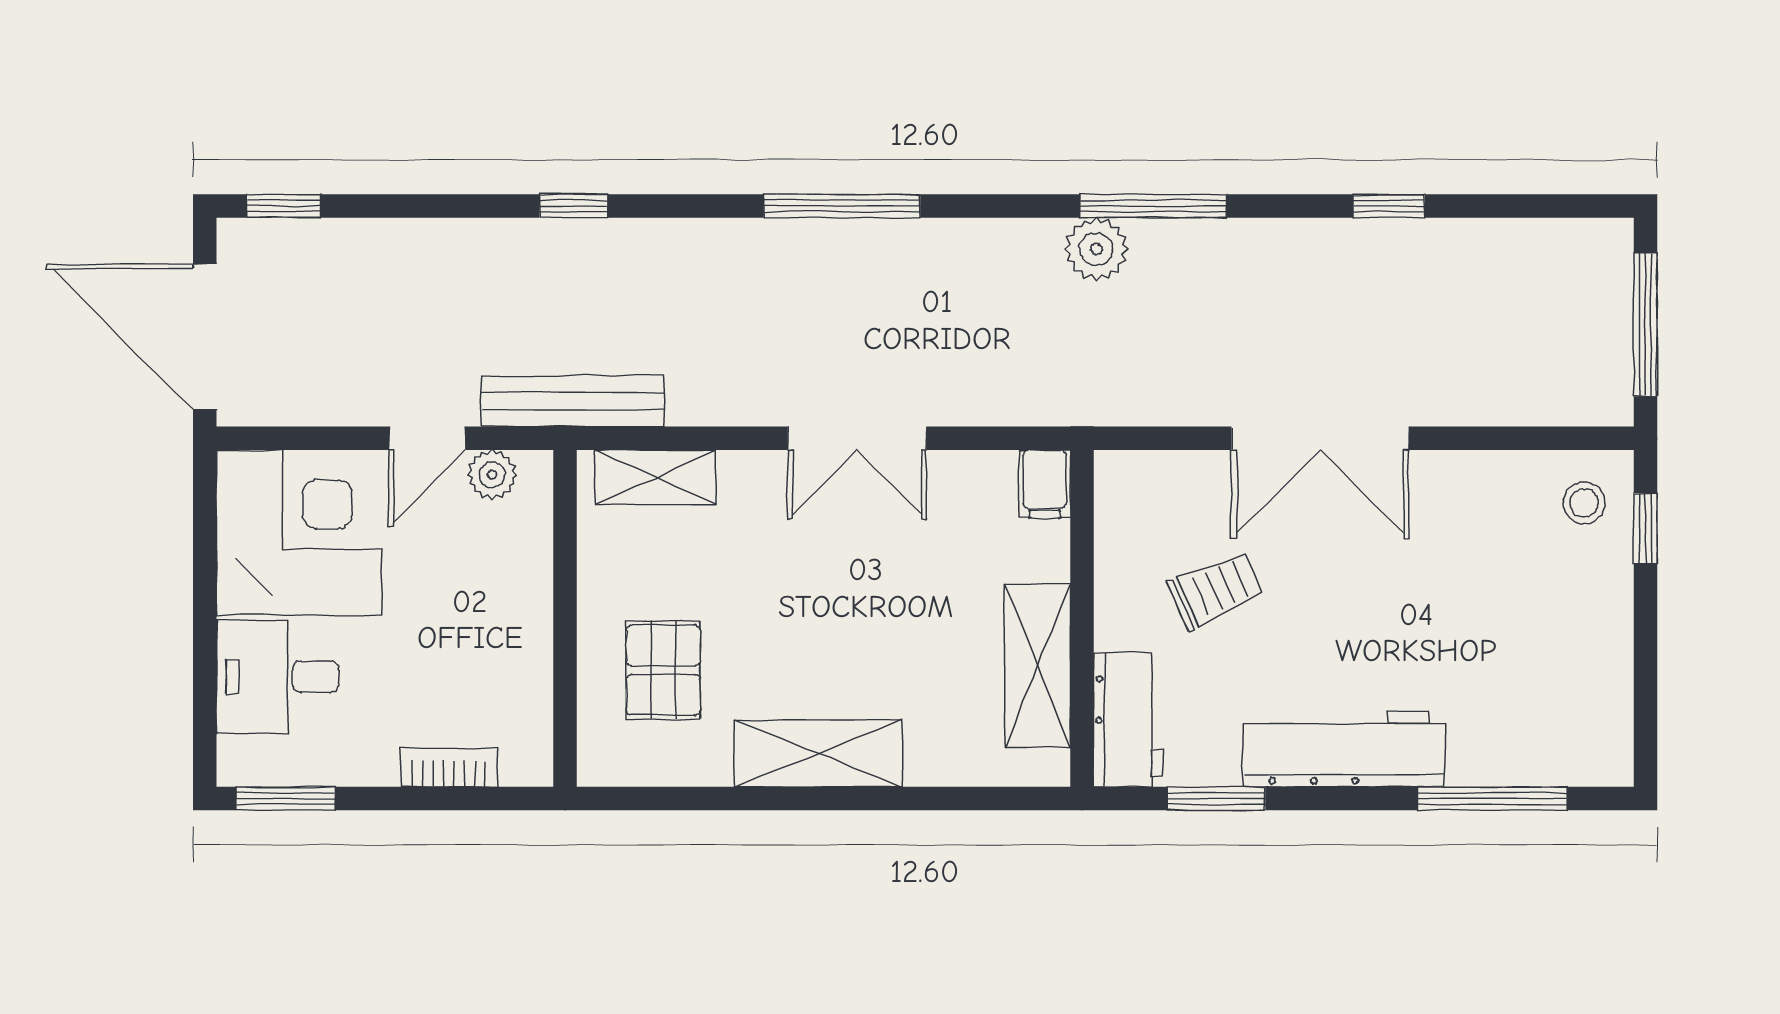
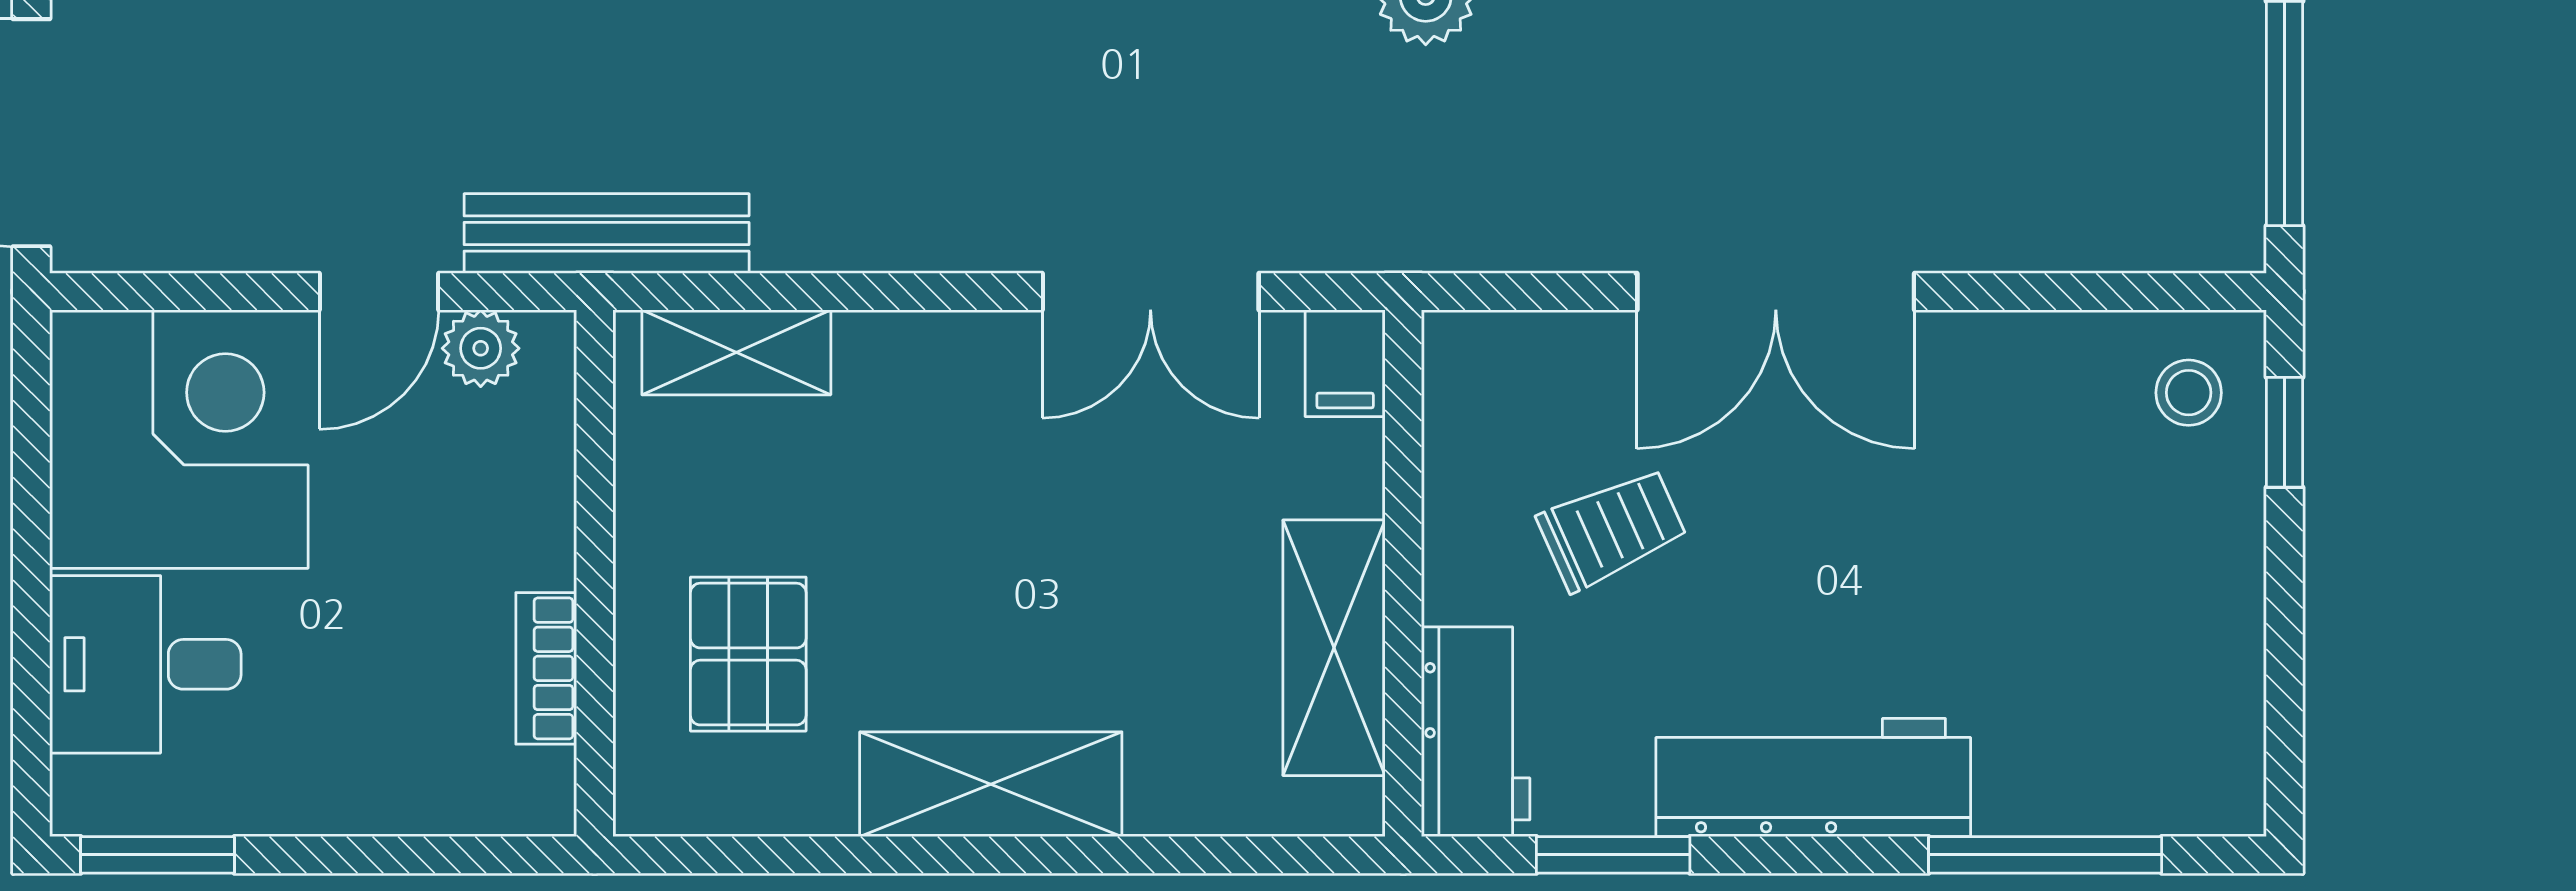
double door: (857, 438) -> (1151, 292), moved
bookcase: (449, 767) -> (546, 668), moved, turned -90

